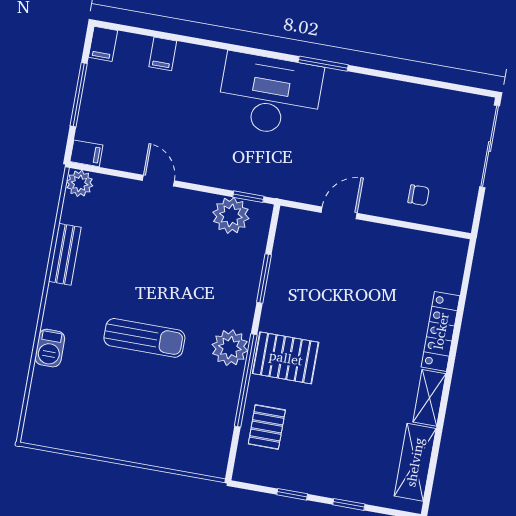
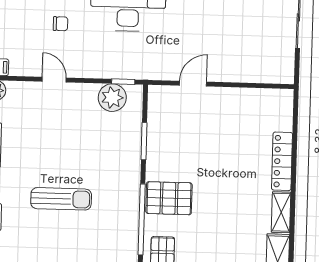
chair: (419, 195) -> (61, 24), moved
plant: (230, 348) -> (126, 197), removed

